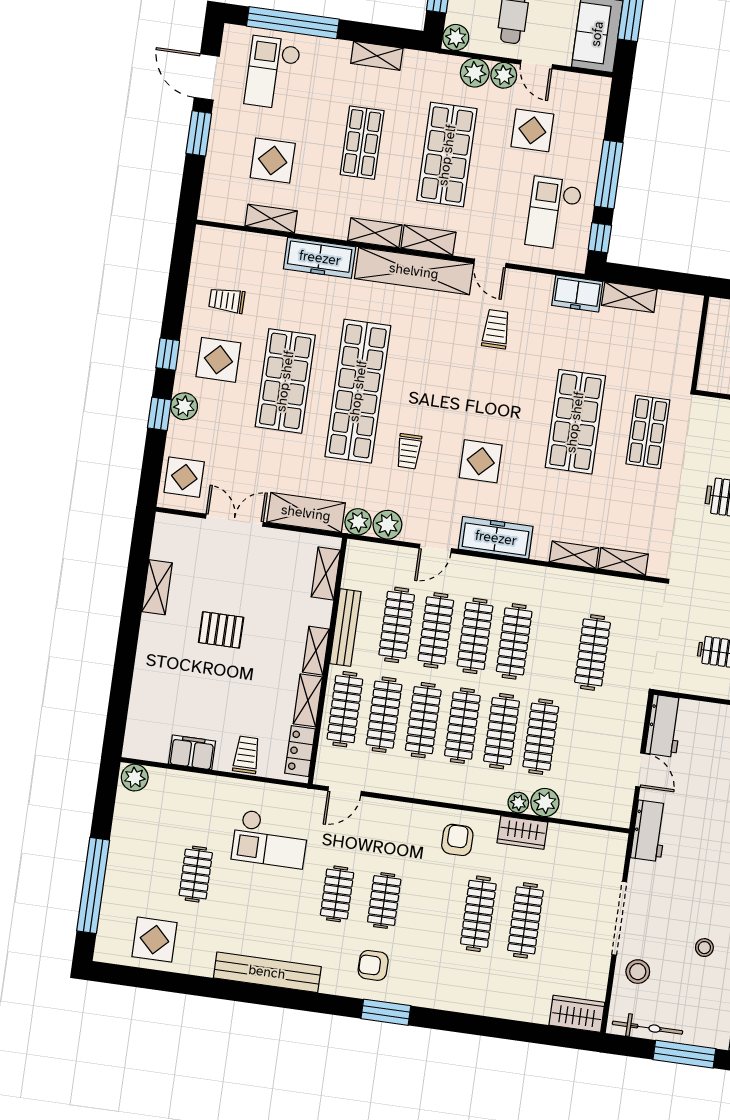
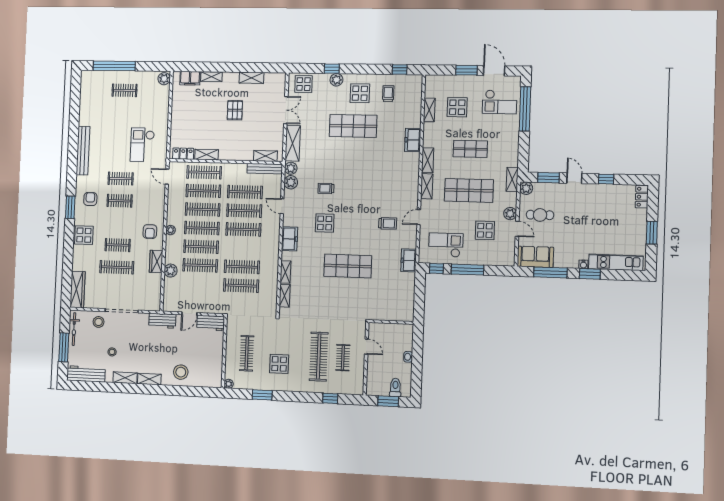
shelving: (377, 56) -> (512, 179), moved
door: (537, 64) -> (517, 229), swing flipped
checkout: (272, 73) -> (500, 102), turned 180
plant: (475, 73) -> (510, 199), removed
door: (207, 77) -> (494, 71), hinge flipped
freezer: (320, 258) -> (413, 140), width x0.71
shelving: (414, 271) -> (411, 181), removed
shelving: (629, 297) -> (409, 286), removed
window: (168, 354) -> (400, 69), moved
shop shelf: (358, 391) -> (352, 161), removed
shop shelf: (648, 432) -> (346, 301), removed
freezer: (496, 538) -> (290, 239), width x0.71
bench: (345, 628) -> (265, 169), moved
clothes rail: (514, 641) -> (242, 267), moved
shelving: (316, 651) -> (211, 77), moved
filing cabinet: (192, 752) -> (190, 78), moved, turned 90
trolley: (246, 755) -> (179, 129), removed
plant: (518, 803) -> (171, 230), moved
armchair: (457, 840) -> (150, 232), turned 90
clothes rail: (196, 874) -> (125, 90), moved
clothes rail: (478, 914) -> (118, 245), width x0.73
display table: (155, 940) -> (84, 235), moved
wardrobe: (577, 1014) -> (78, 290), width x1.50

